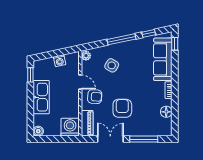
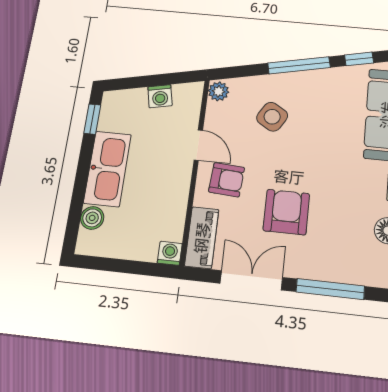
washing machine: (70, 127) -> (170, 253), width x0.53, depth x0.53
boiler: (38, 131) -> (92, 218), moved

